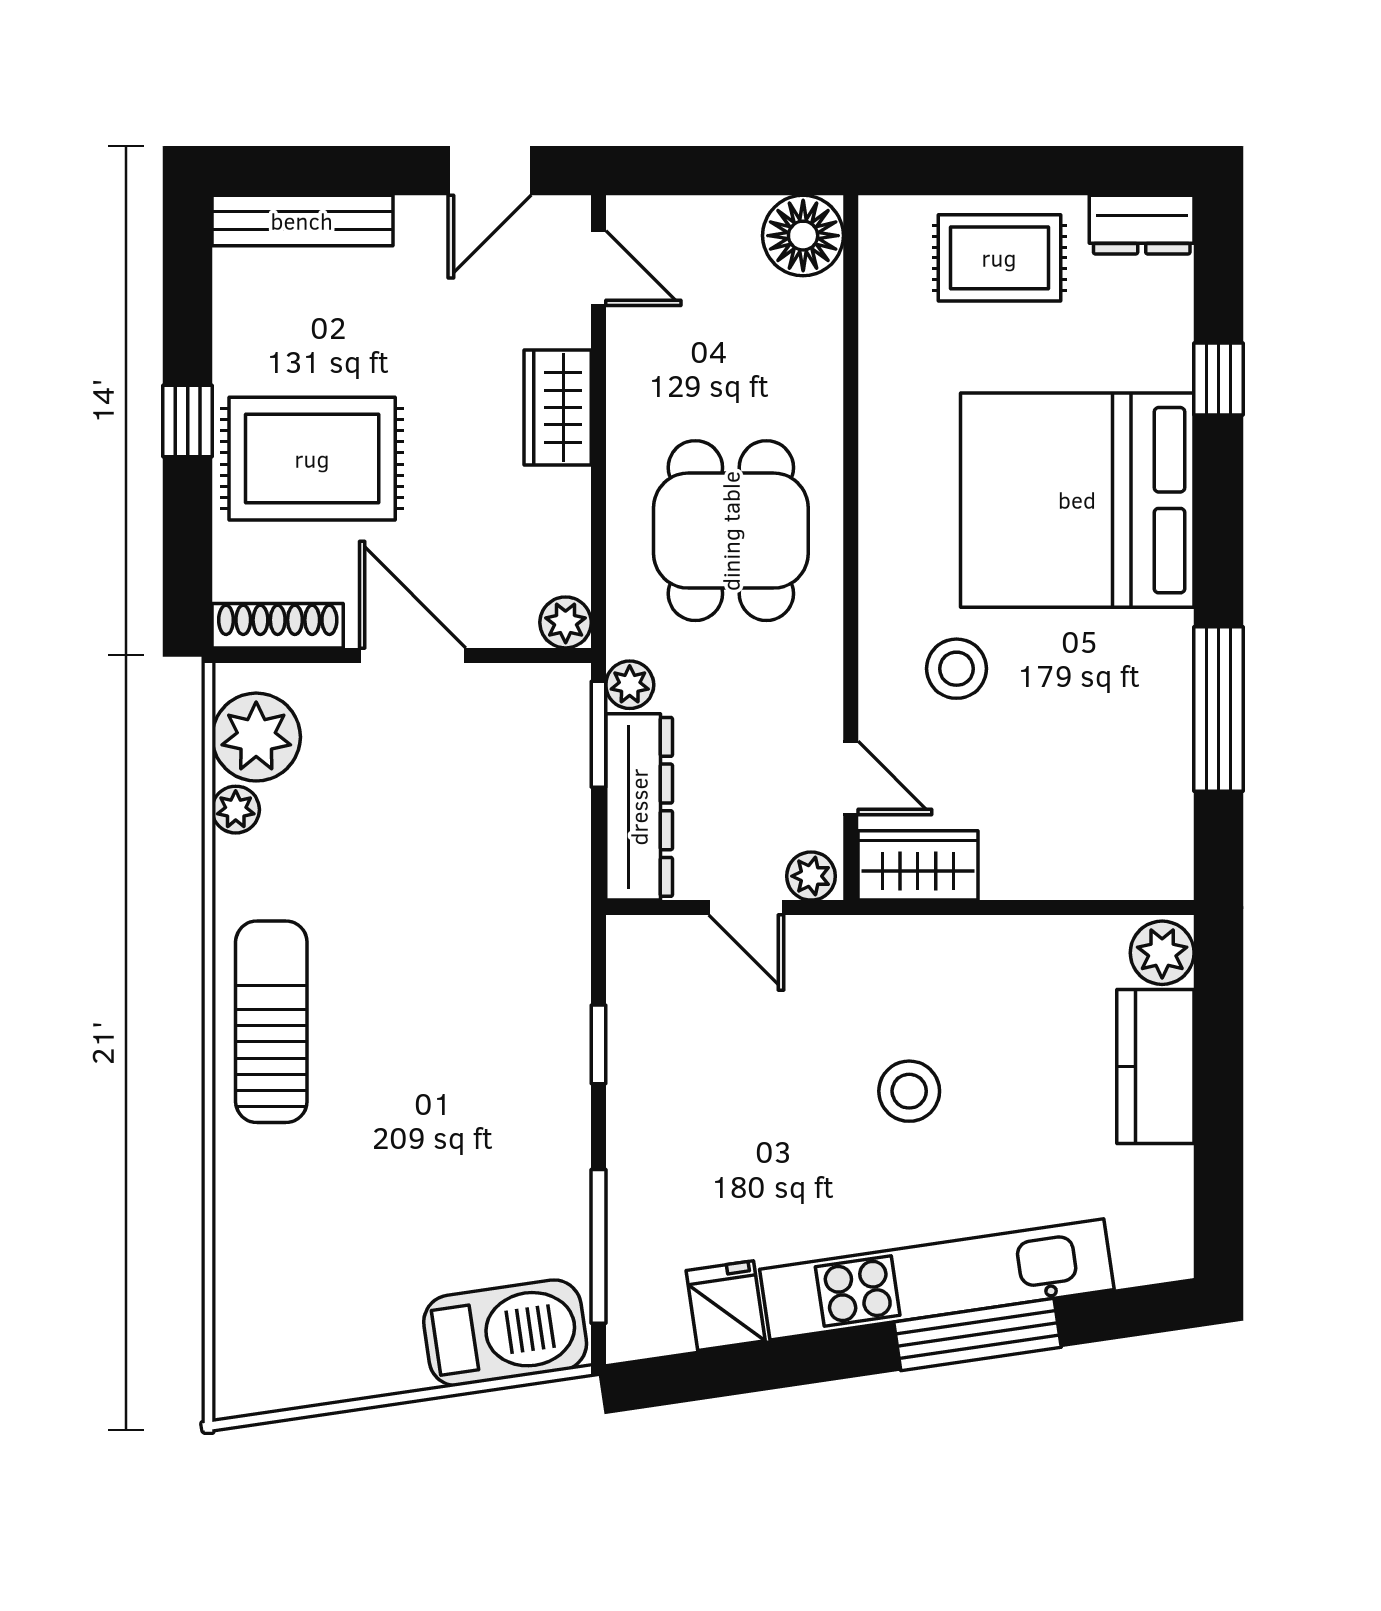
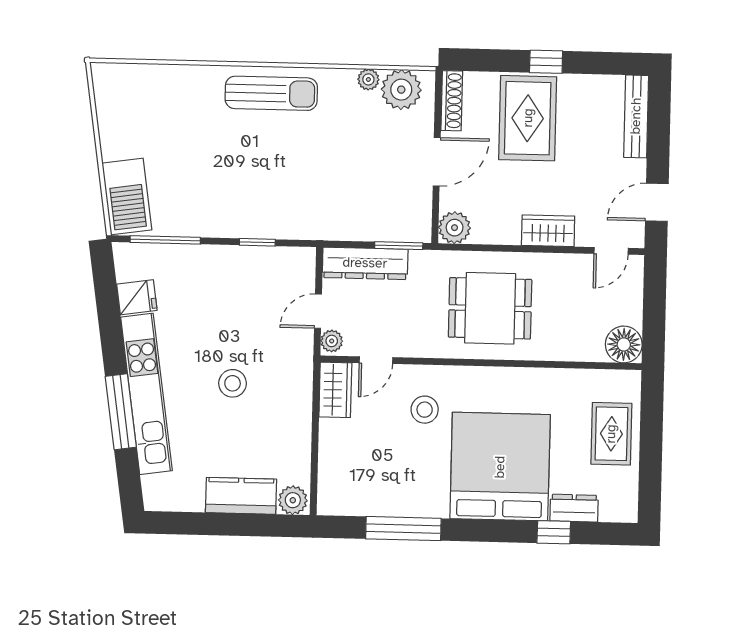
door: (490, 171) -> (657, 202), hinge flipped
dresser: (1142, 225) -> (574, 508), moved, turned 90
plant: (566, 622) -> (455, 228), width x1.38, depth x1.38
plant: (630, 685) -> (421, 260), removed

